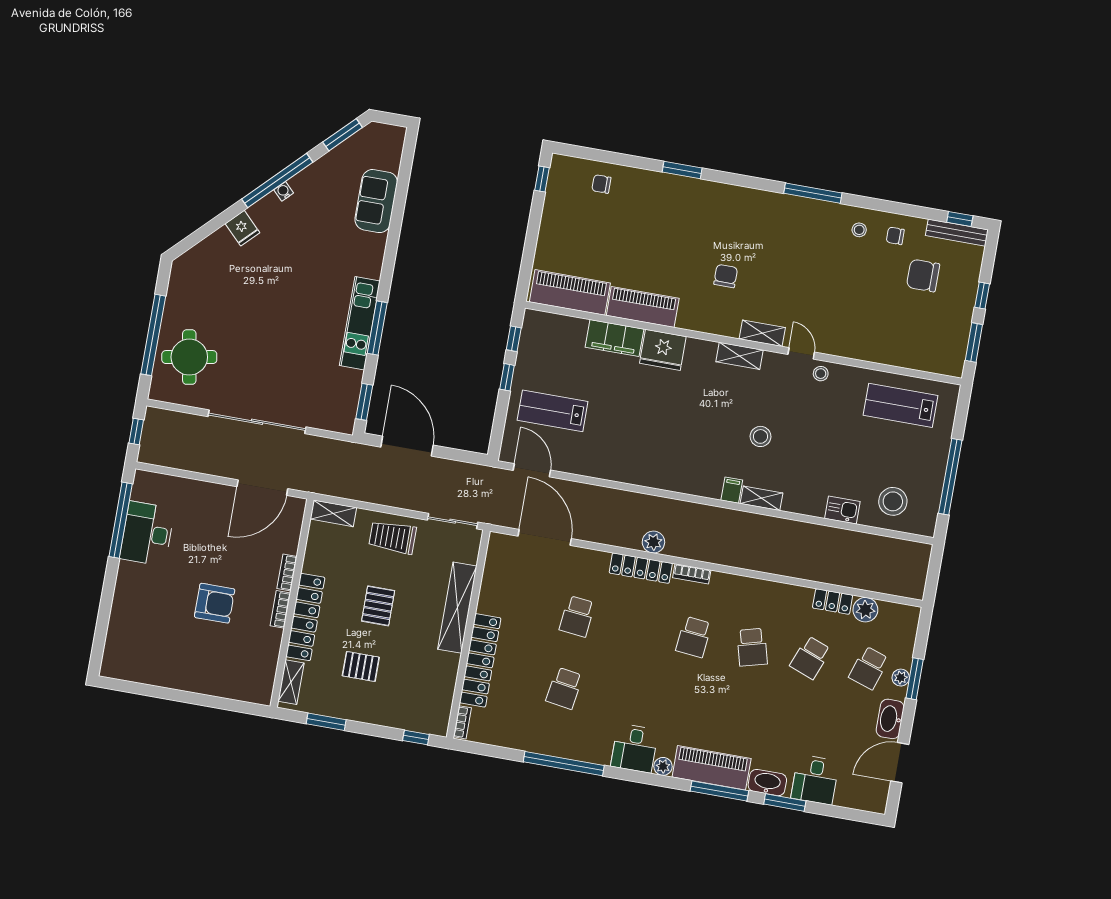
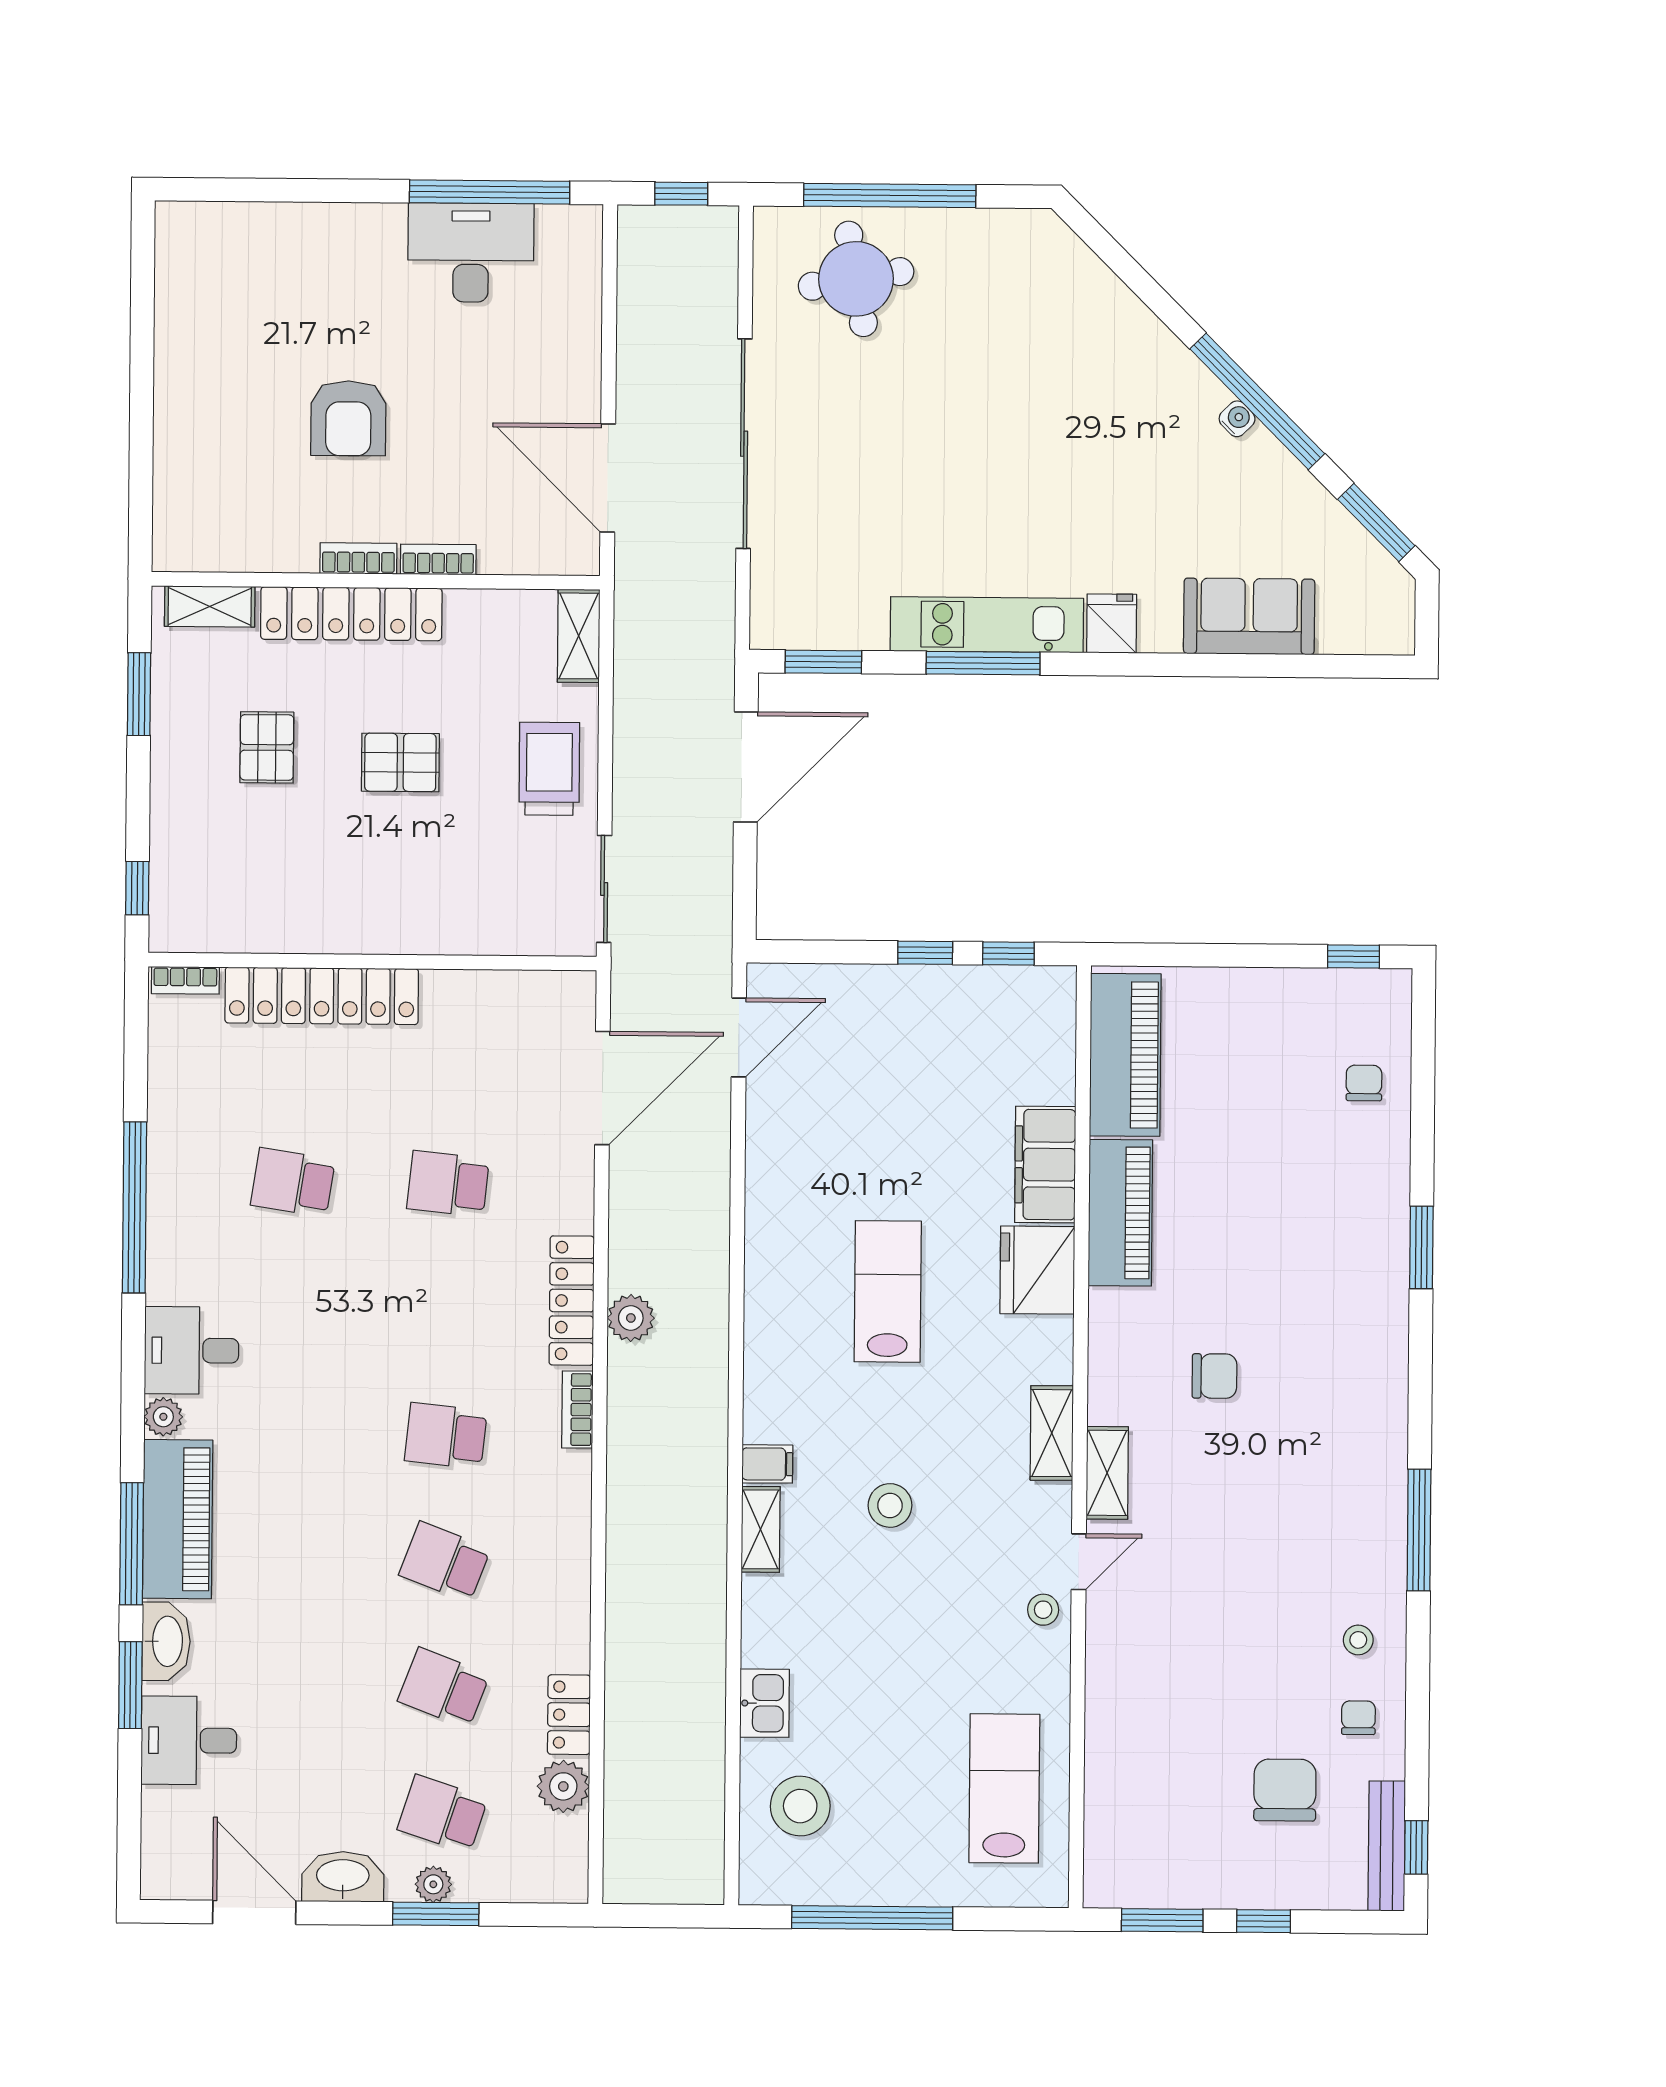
fridge: (243, 228) -> (1112, 623), moved, turned 135
lab bench: (553, 411) -> (888, 1291), moved
shelving: (457, 608) -> (424, 929), removed
school desk: (752, 647) -> (445, 1562), turned 36

